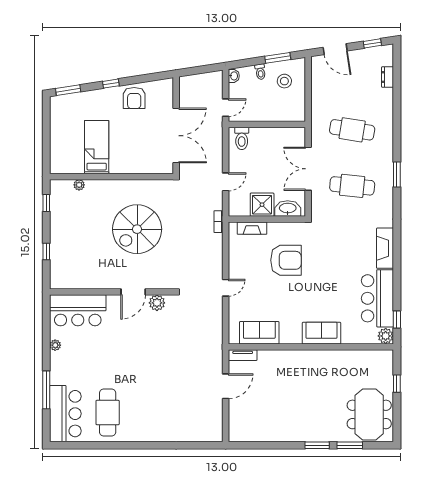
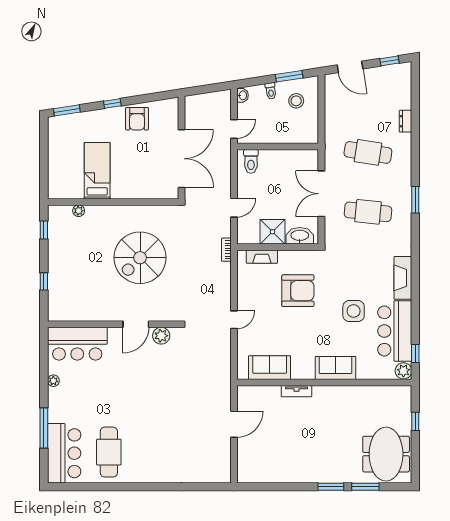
dresser: (388, 77) -> (406, 121), moved
side table: (339, 279) -> (354, 311), added
tv unit: (243, 355) -> (296, 391), moved

